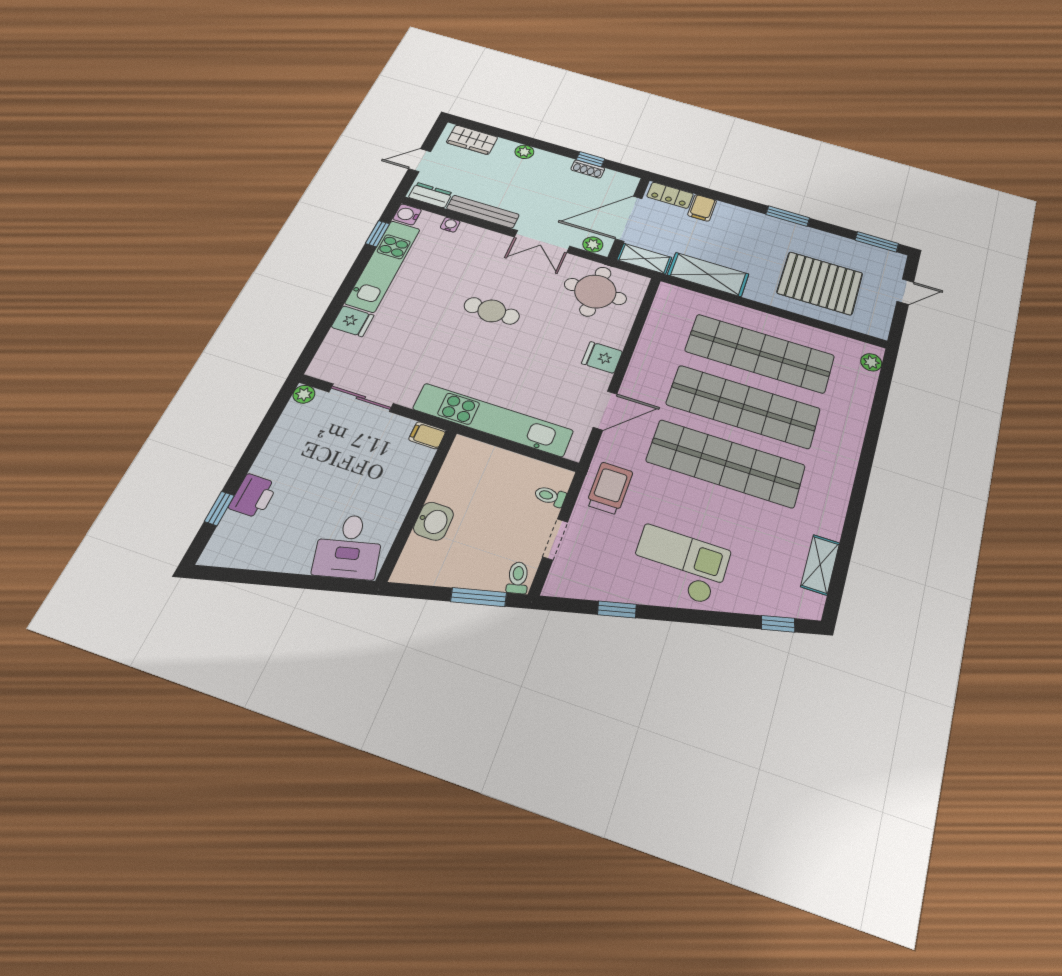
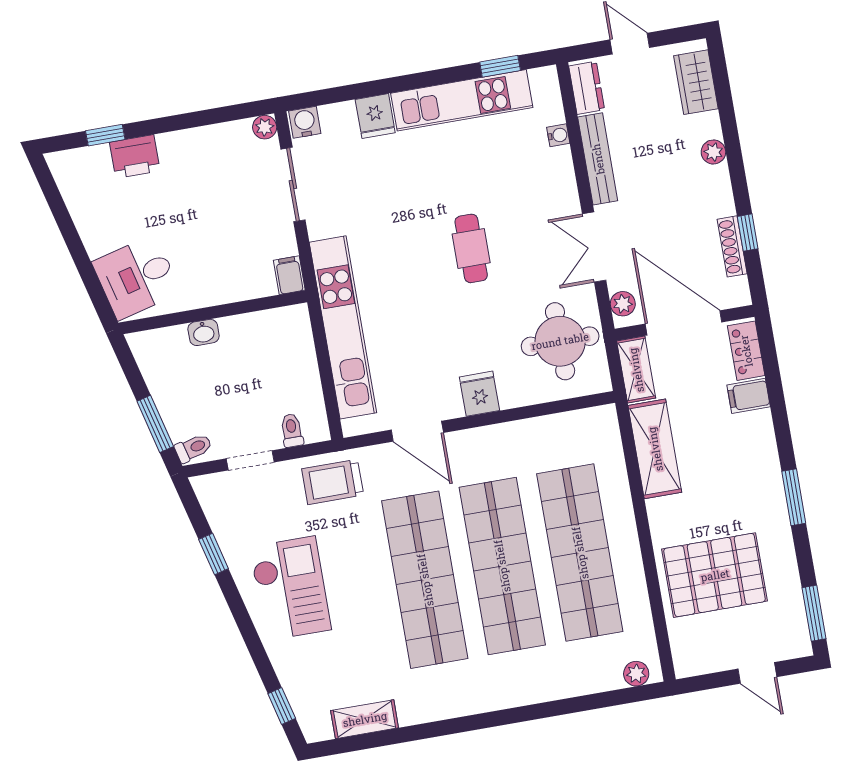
shoe rack: (588, 169) -> (732, 246), width x1.43
water cooler: (407, 214) -> (305, 122), moved
pallet: (820, 283) -> (715, 575), turned 90
trolley: (610, 488) -> (333, 482), turned 180
washbasin: (433, 521) -> (204, 332), width x0.72, depth x0.69

